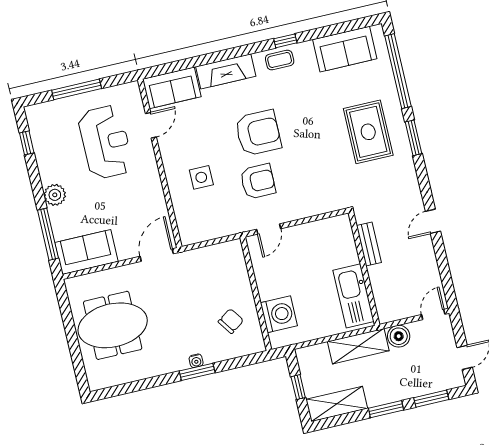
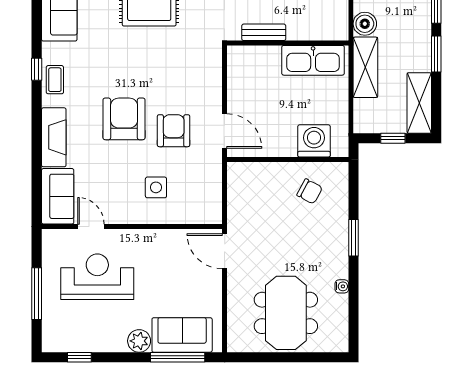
door: (269, 229) -> (225, 131), width x1.38
sofa: (86, 252) -> (182, 335), moved, turned 90
chair: (231, 321) -> (310, 191), turned 153
water cooler: (196, 361) -> (342, 286), moved

